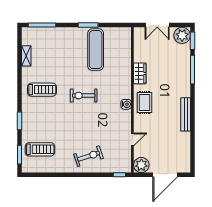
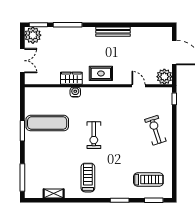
water cooler: (126, 104) -> (75, 92), moved
treadmill: (40, 149) -> (148, 180), turned 90

